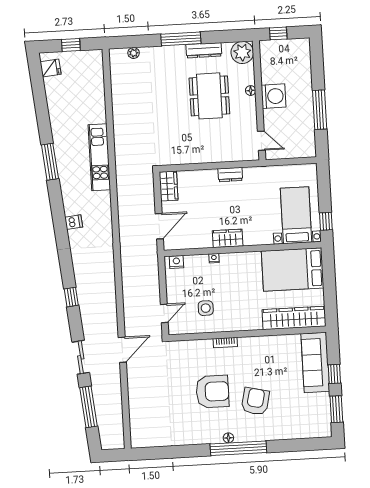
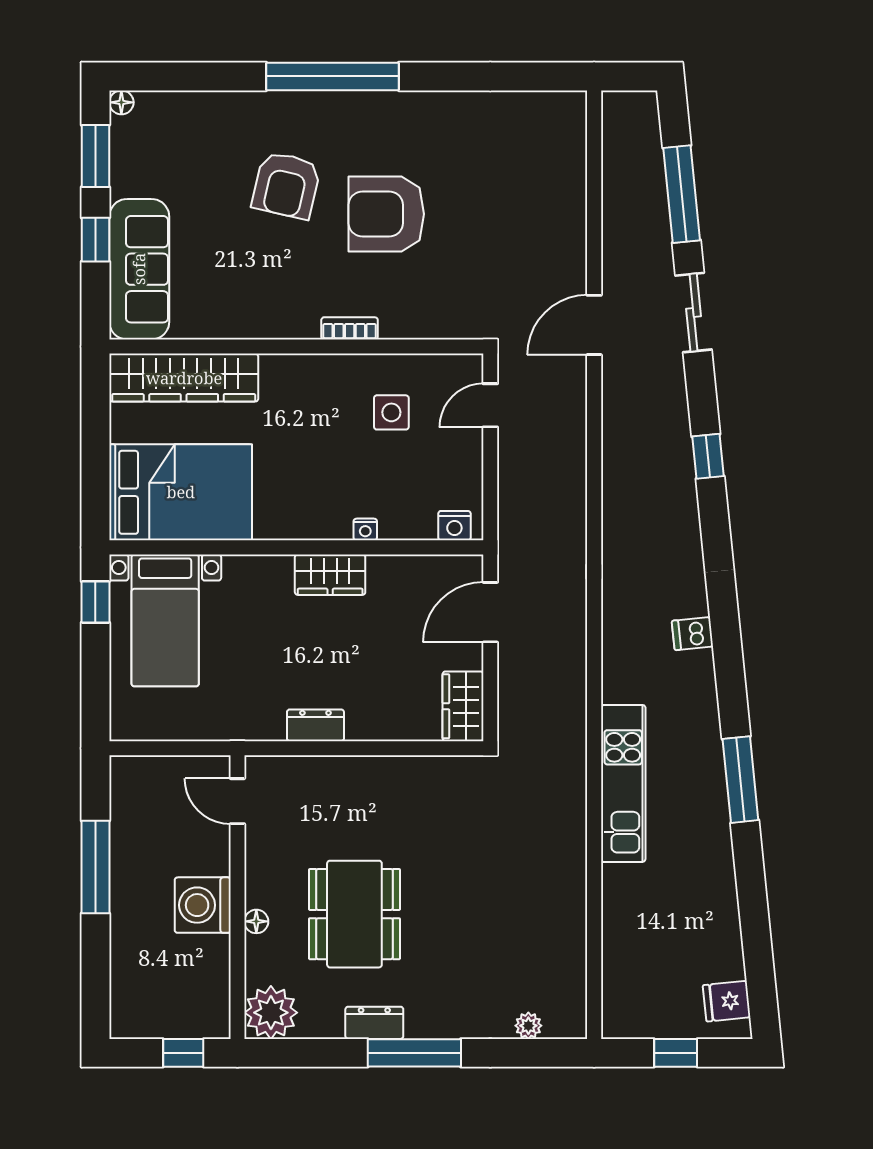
dresser: (204, 50) -> (374, 1023), width x0.70
floor lamp: (228, 438) -> (121, 102), moved

